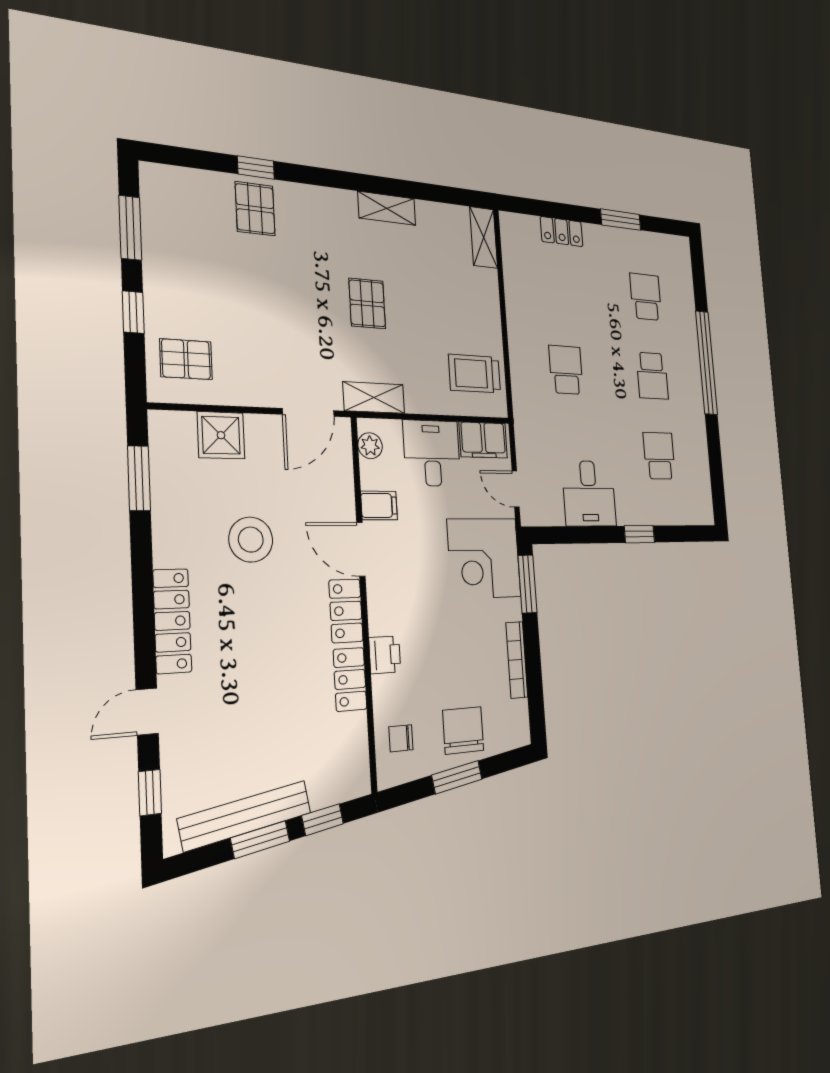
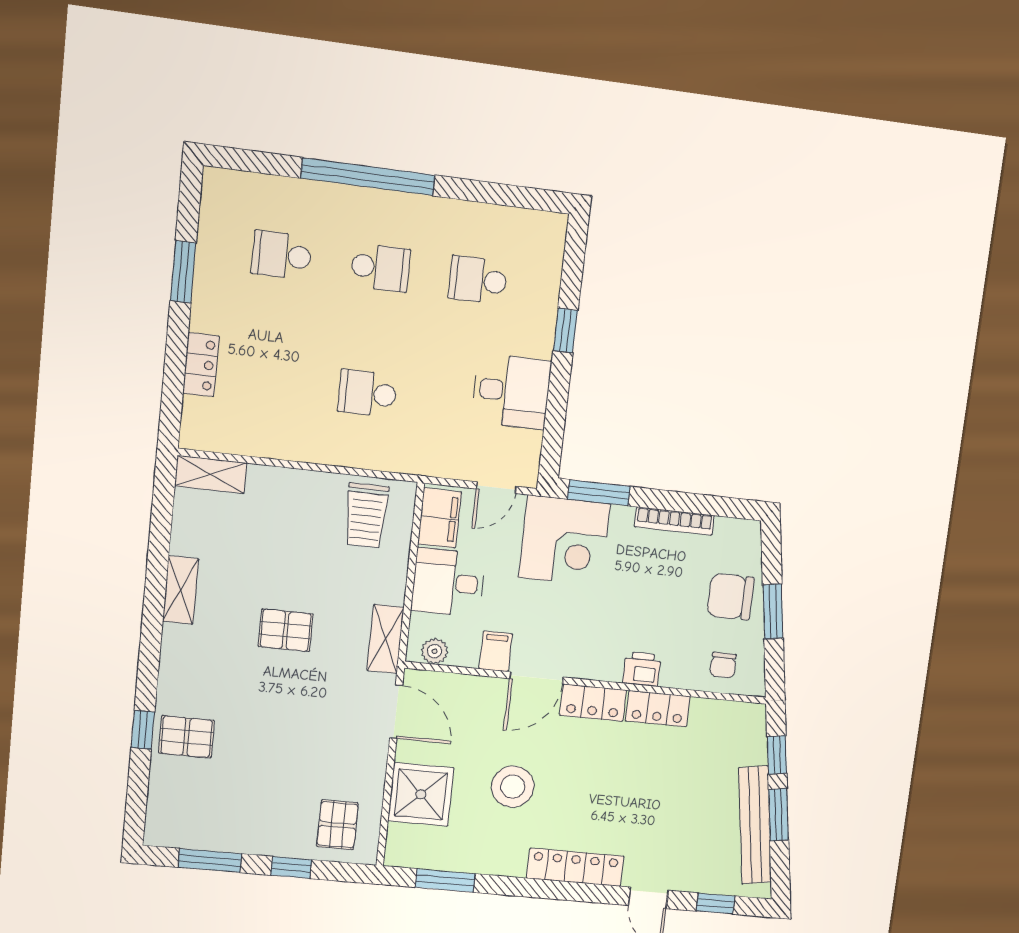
shower: (221, 435) -> (421, 794), width x1.36, depth x1.36

